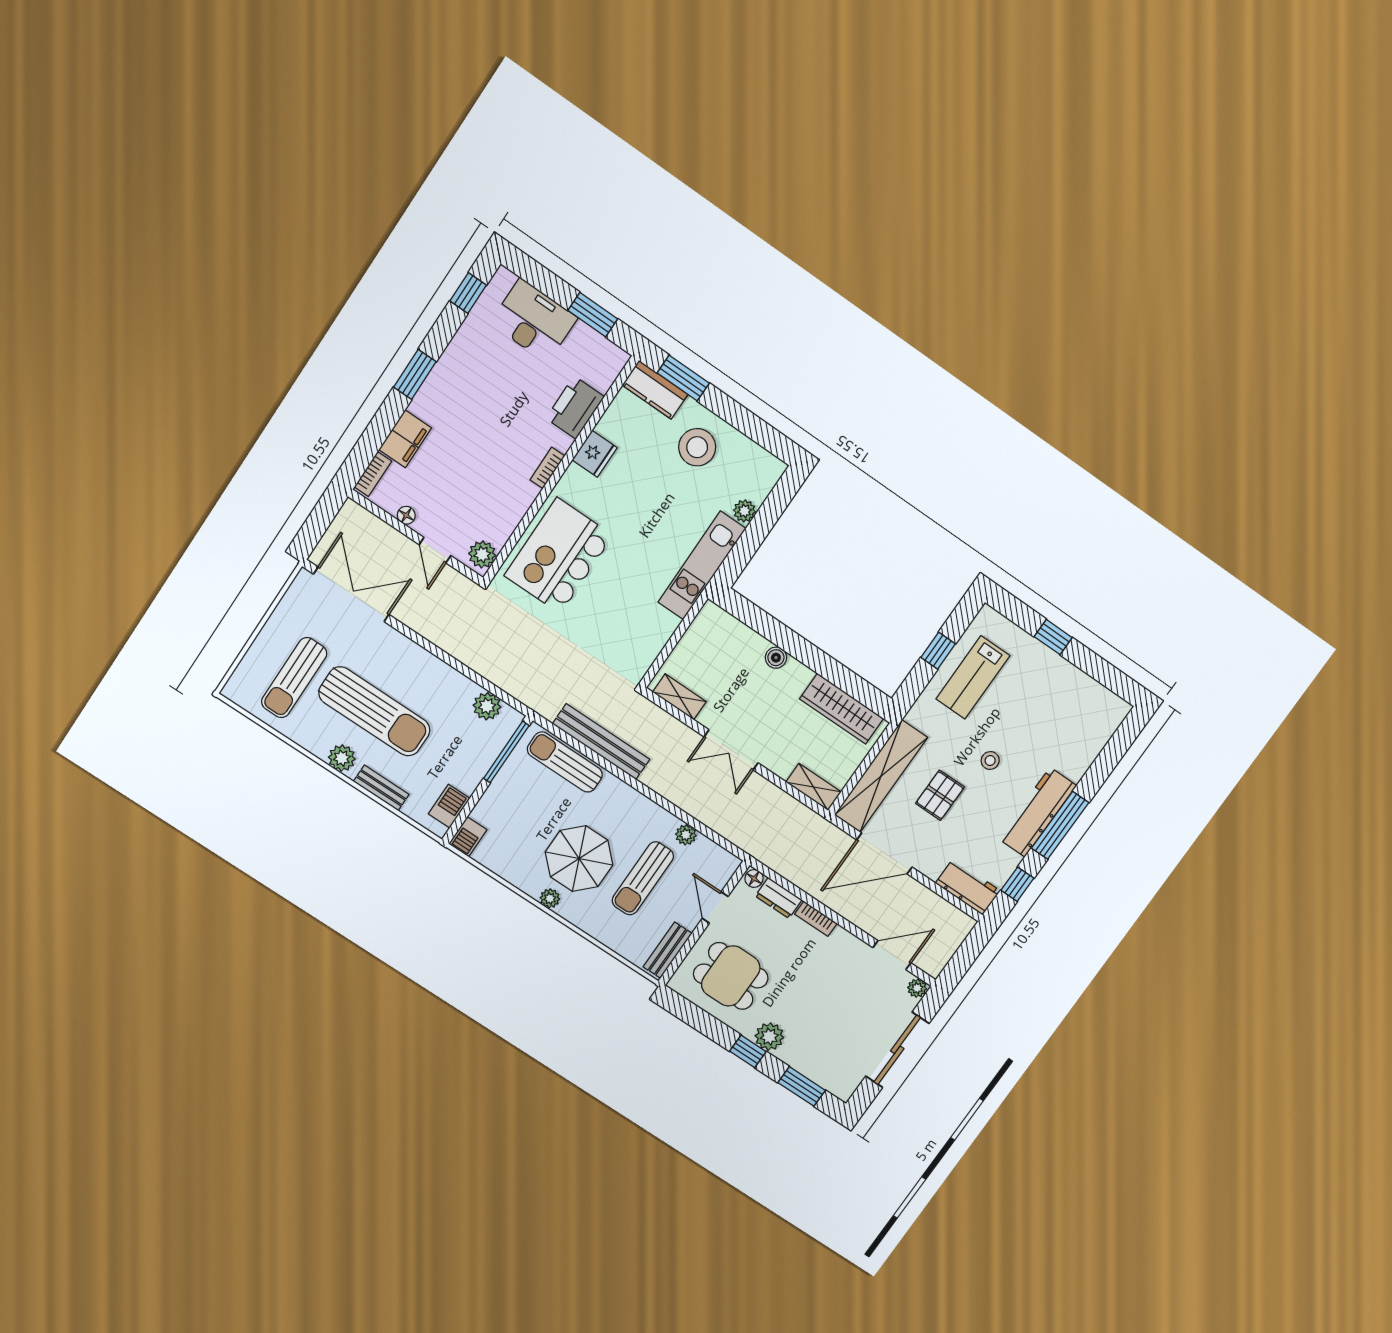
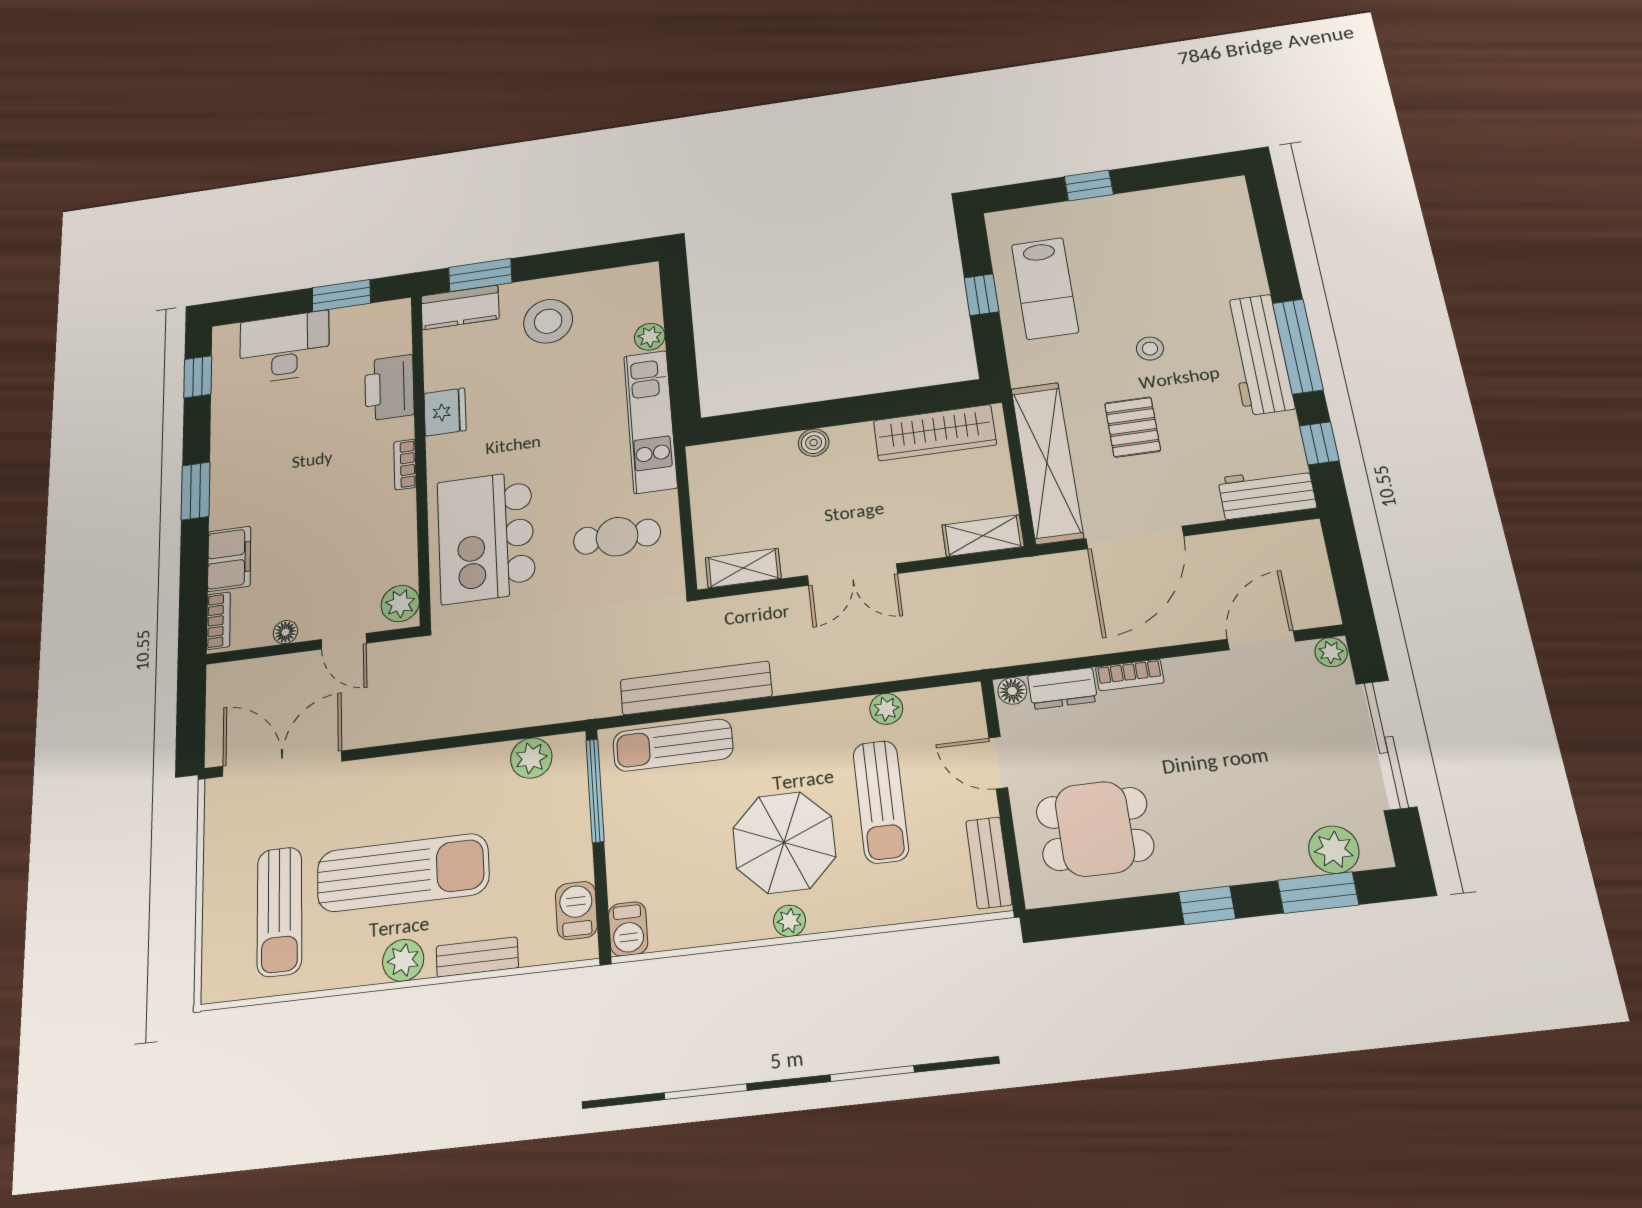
cafe table: (629, 619) -> (617, 537), added
plant: (769, 1037) -> (1334, 850), moved

